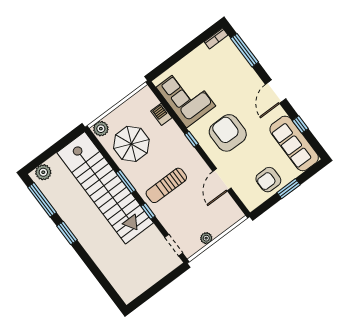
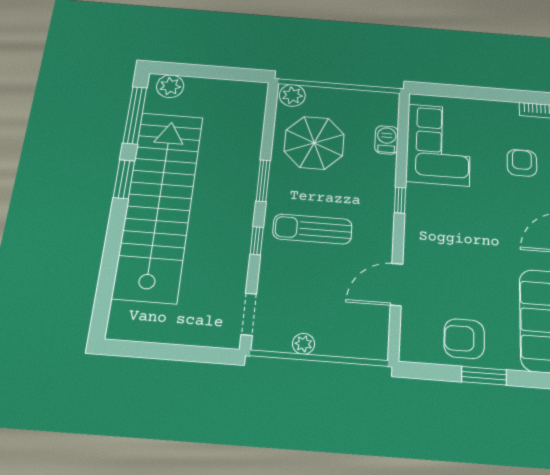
armchair: (228, 133) -> (522, 163), moved, width x0.53, depth x0.53
stairs: (105, 188) -> (159, 205), moved, turned 180

